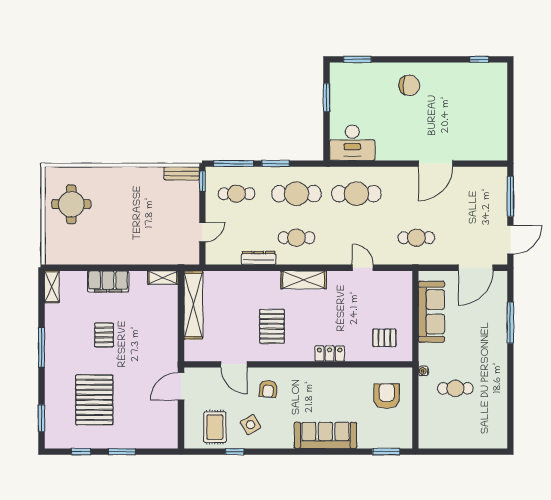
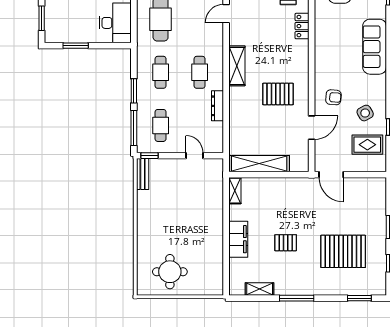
cafe table: (296, 194) -> (161, 72), width x0.73, depth x0.74
shelving: (52, 287) -> (260, 289), moved
locker: (330, 353) -> (302, 26), moved

